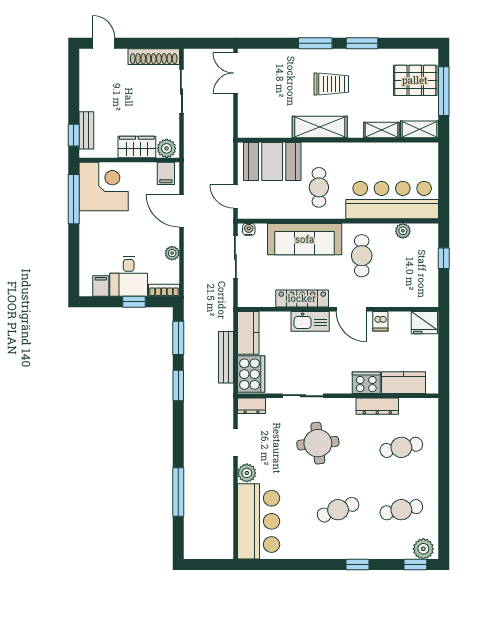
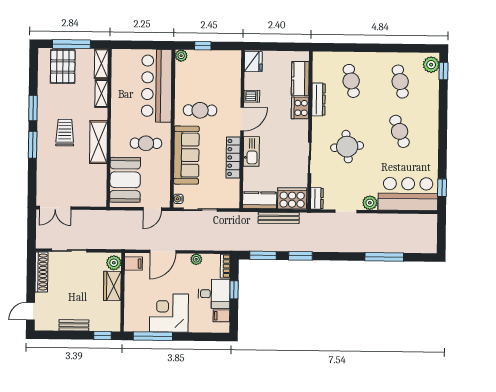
bench: (86, 130) -> (74, 325), moved
corner desk: (104, 187) -> (169, 313), moved
plant: (403, 231) -> (181, 56), moved
window: (357, 565) -> (442, 188), moved

